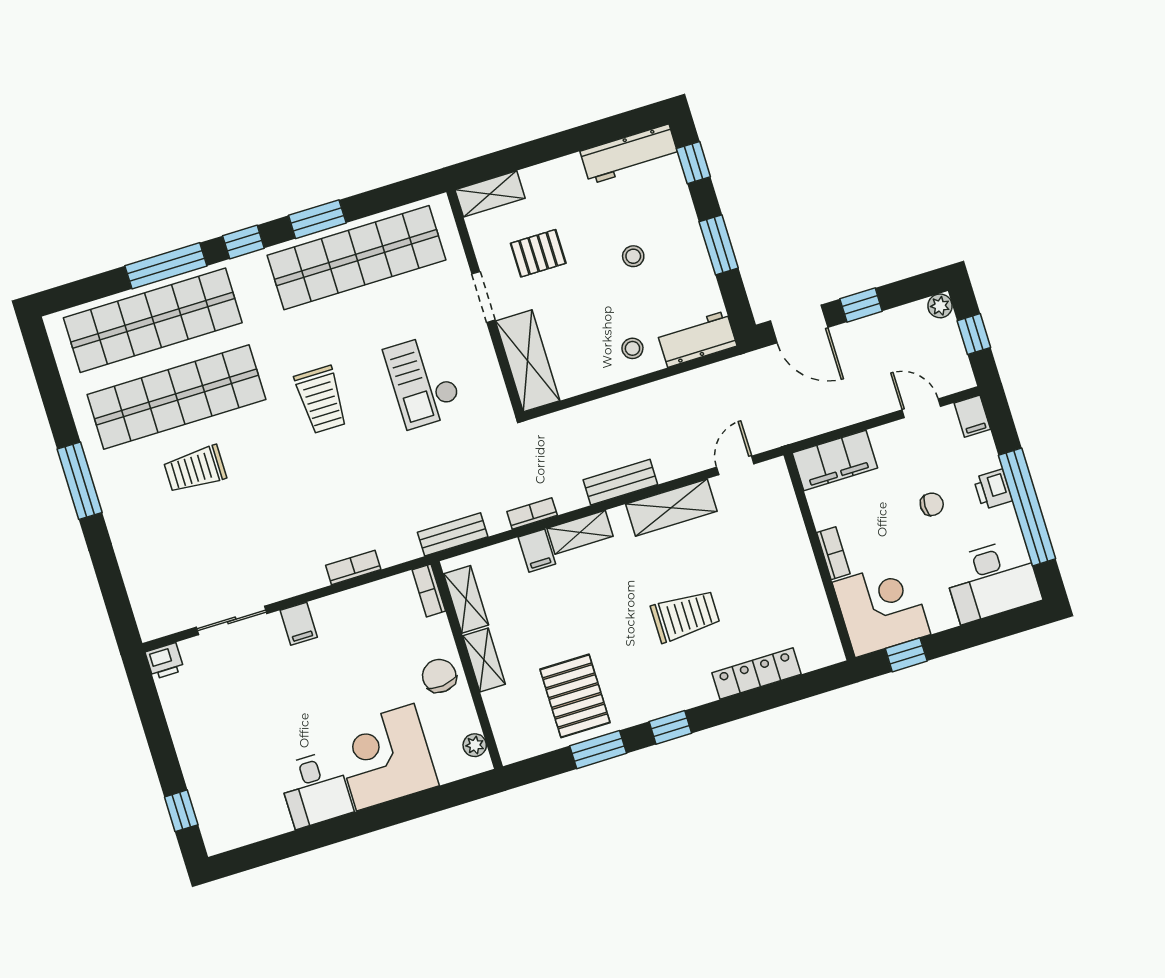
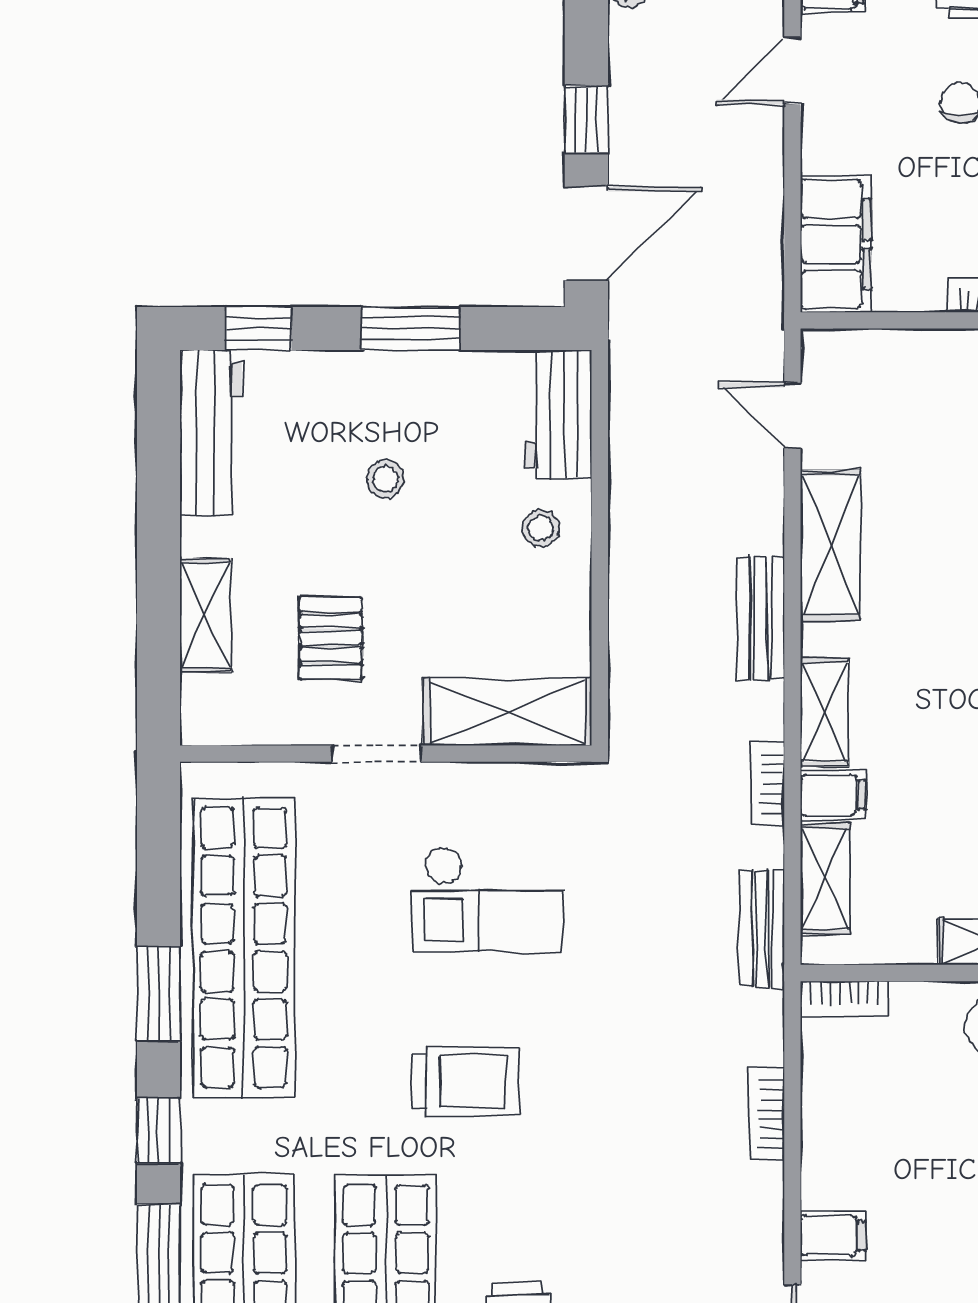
shelving: (490, 194) -> (205, 615), moved
shelving: (466, 599) -> (825, 879), moved, turned 90

